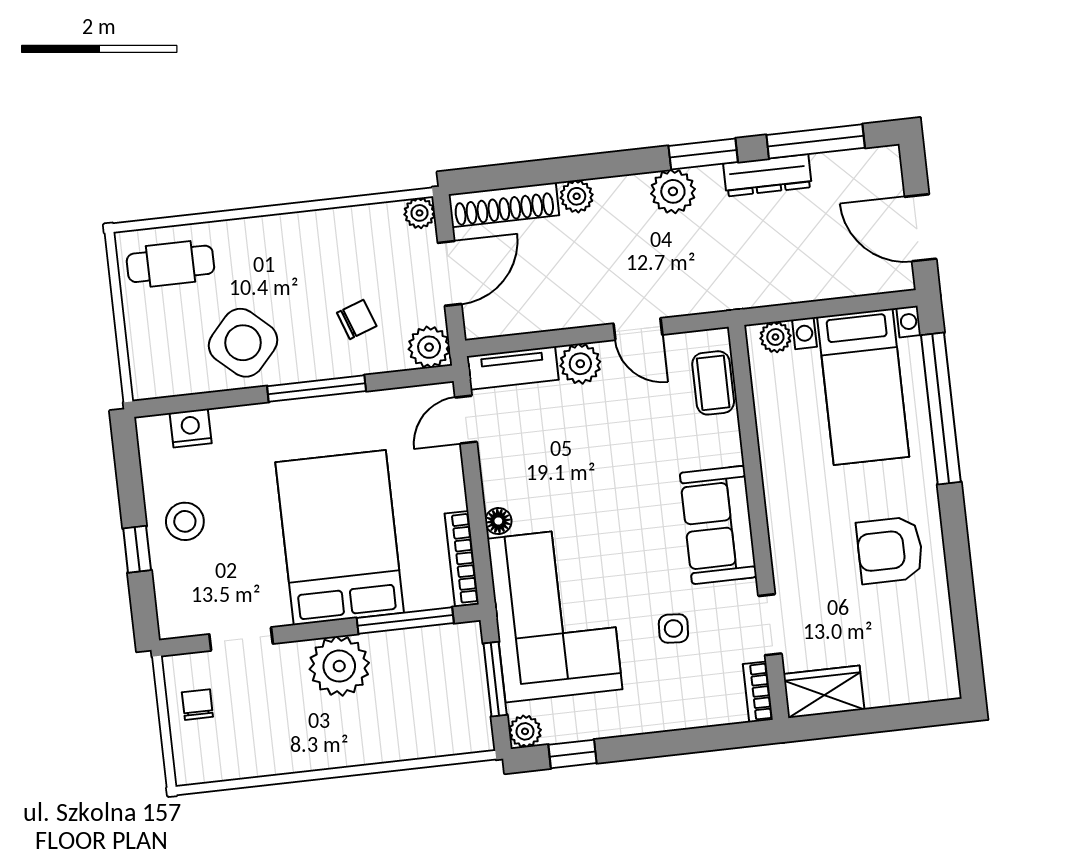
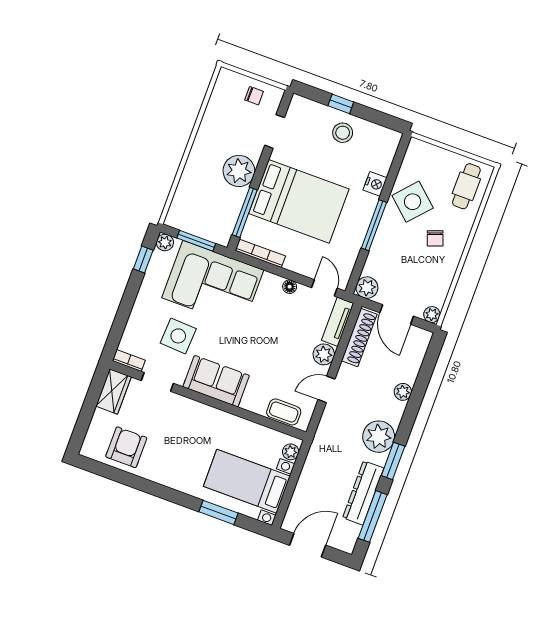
dresser: (767, 175) -> (363, 493), width x1.37, depth x1.24
plant: (673, 191) -> (379, 437), width x1.36, depth x1.36
shoe rack: (504, 205) -> (359, 338), moved, turned 180
chair: (357, 319) -> (435, 238), moved
window: (941, 408) -> (218, 512), width x0.47
nightstand: (191, 428) -> (375, 184), moved
floor lamp: (498, 521) -> (290, 287), moved
armchair: (890, 550) -> (126, 447), moved
side table: (673, 629) -> (178, 336), width x1.87, depth x1.87

